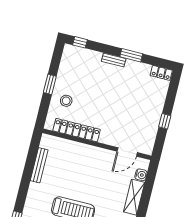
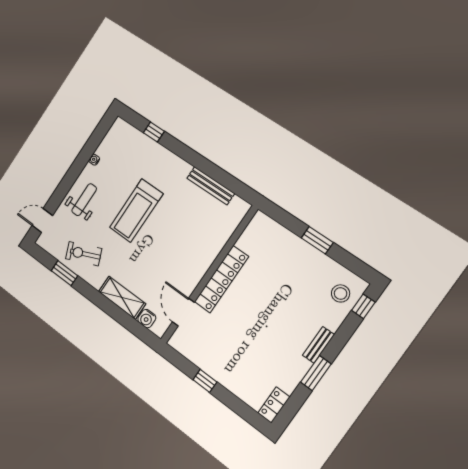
stool: (66, 101) -> (341, 293), moved
locker: (77, 130) -> (221, 279), moved

